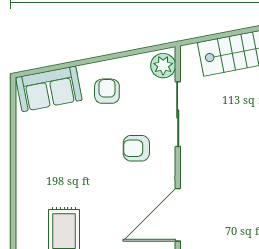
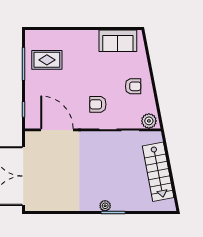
sofa: (49, 89) -> (118, 41), moved, turned -79
armchair: (136, 148) -> (98, 104), turned -90

